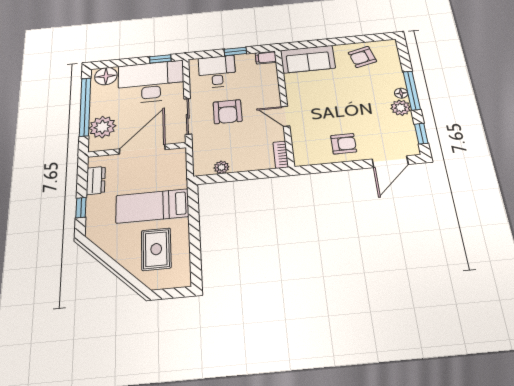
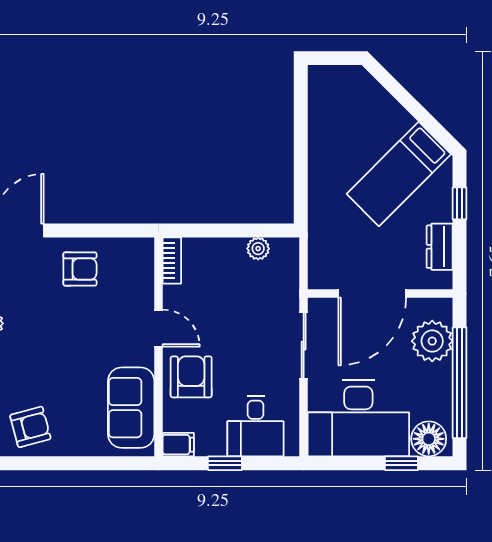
window: (160, 59) -> (401, 463), moved
sofa: (308, 59) -> (131, 408), moved, turned -90
armchair: (228, 112) -> (191, 377), moved
armchair: (344, 144) -> (80, 269), turned 180
bed: (152, 206) -> (399, 174), moved, turned 135
rug: (156, 249) -> (354, 126), removed

